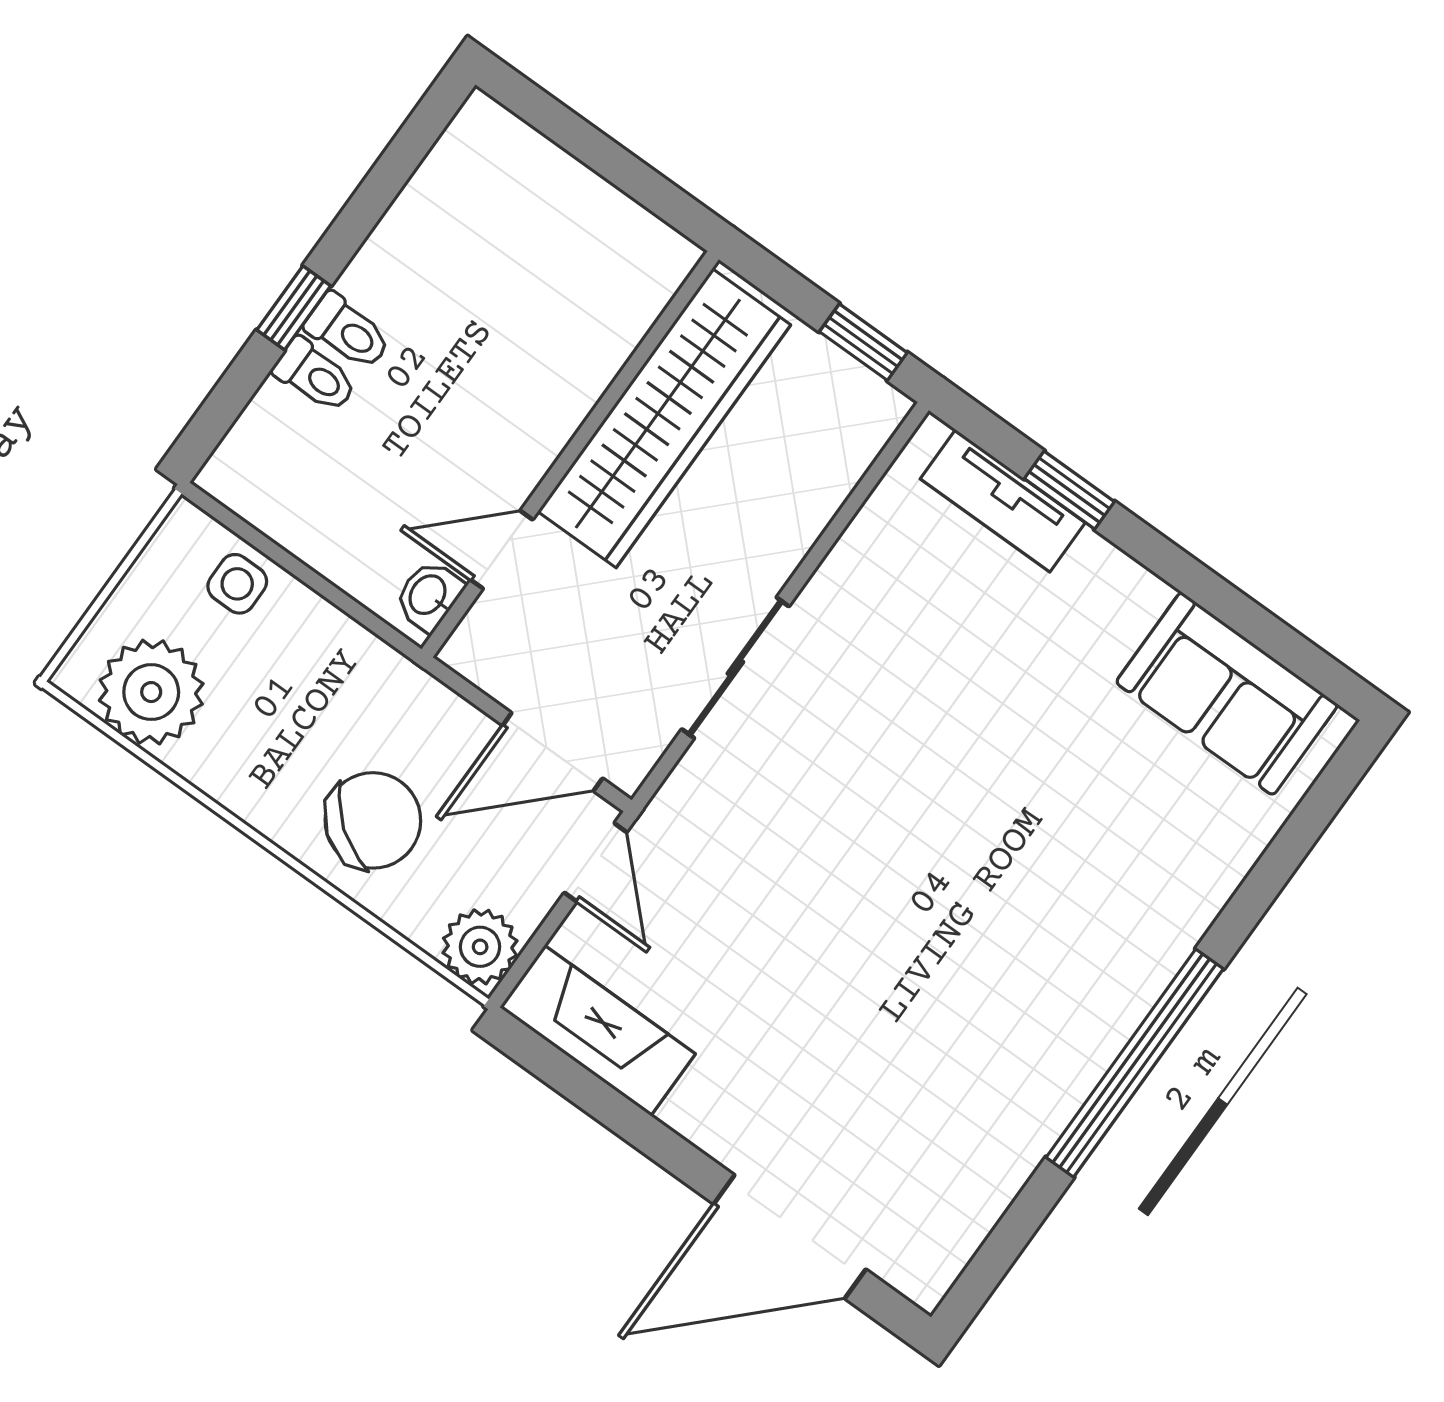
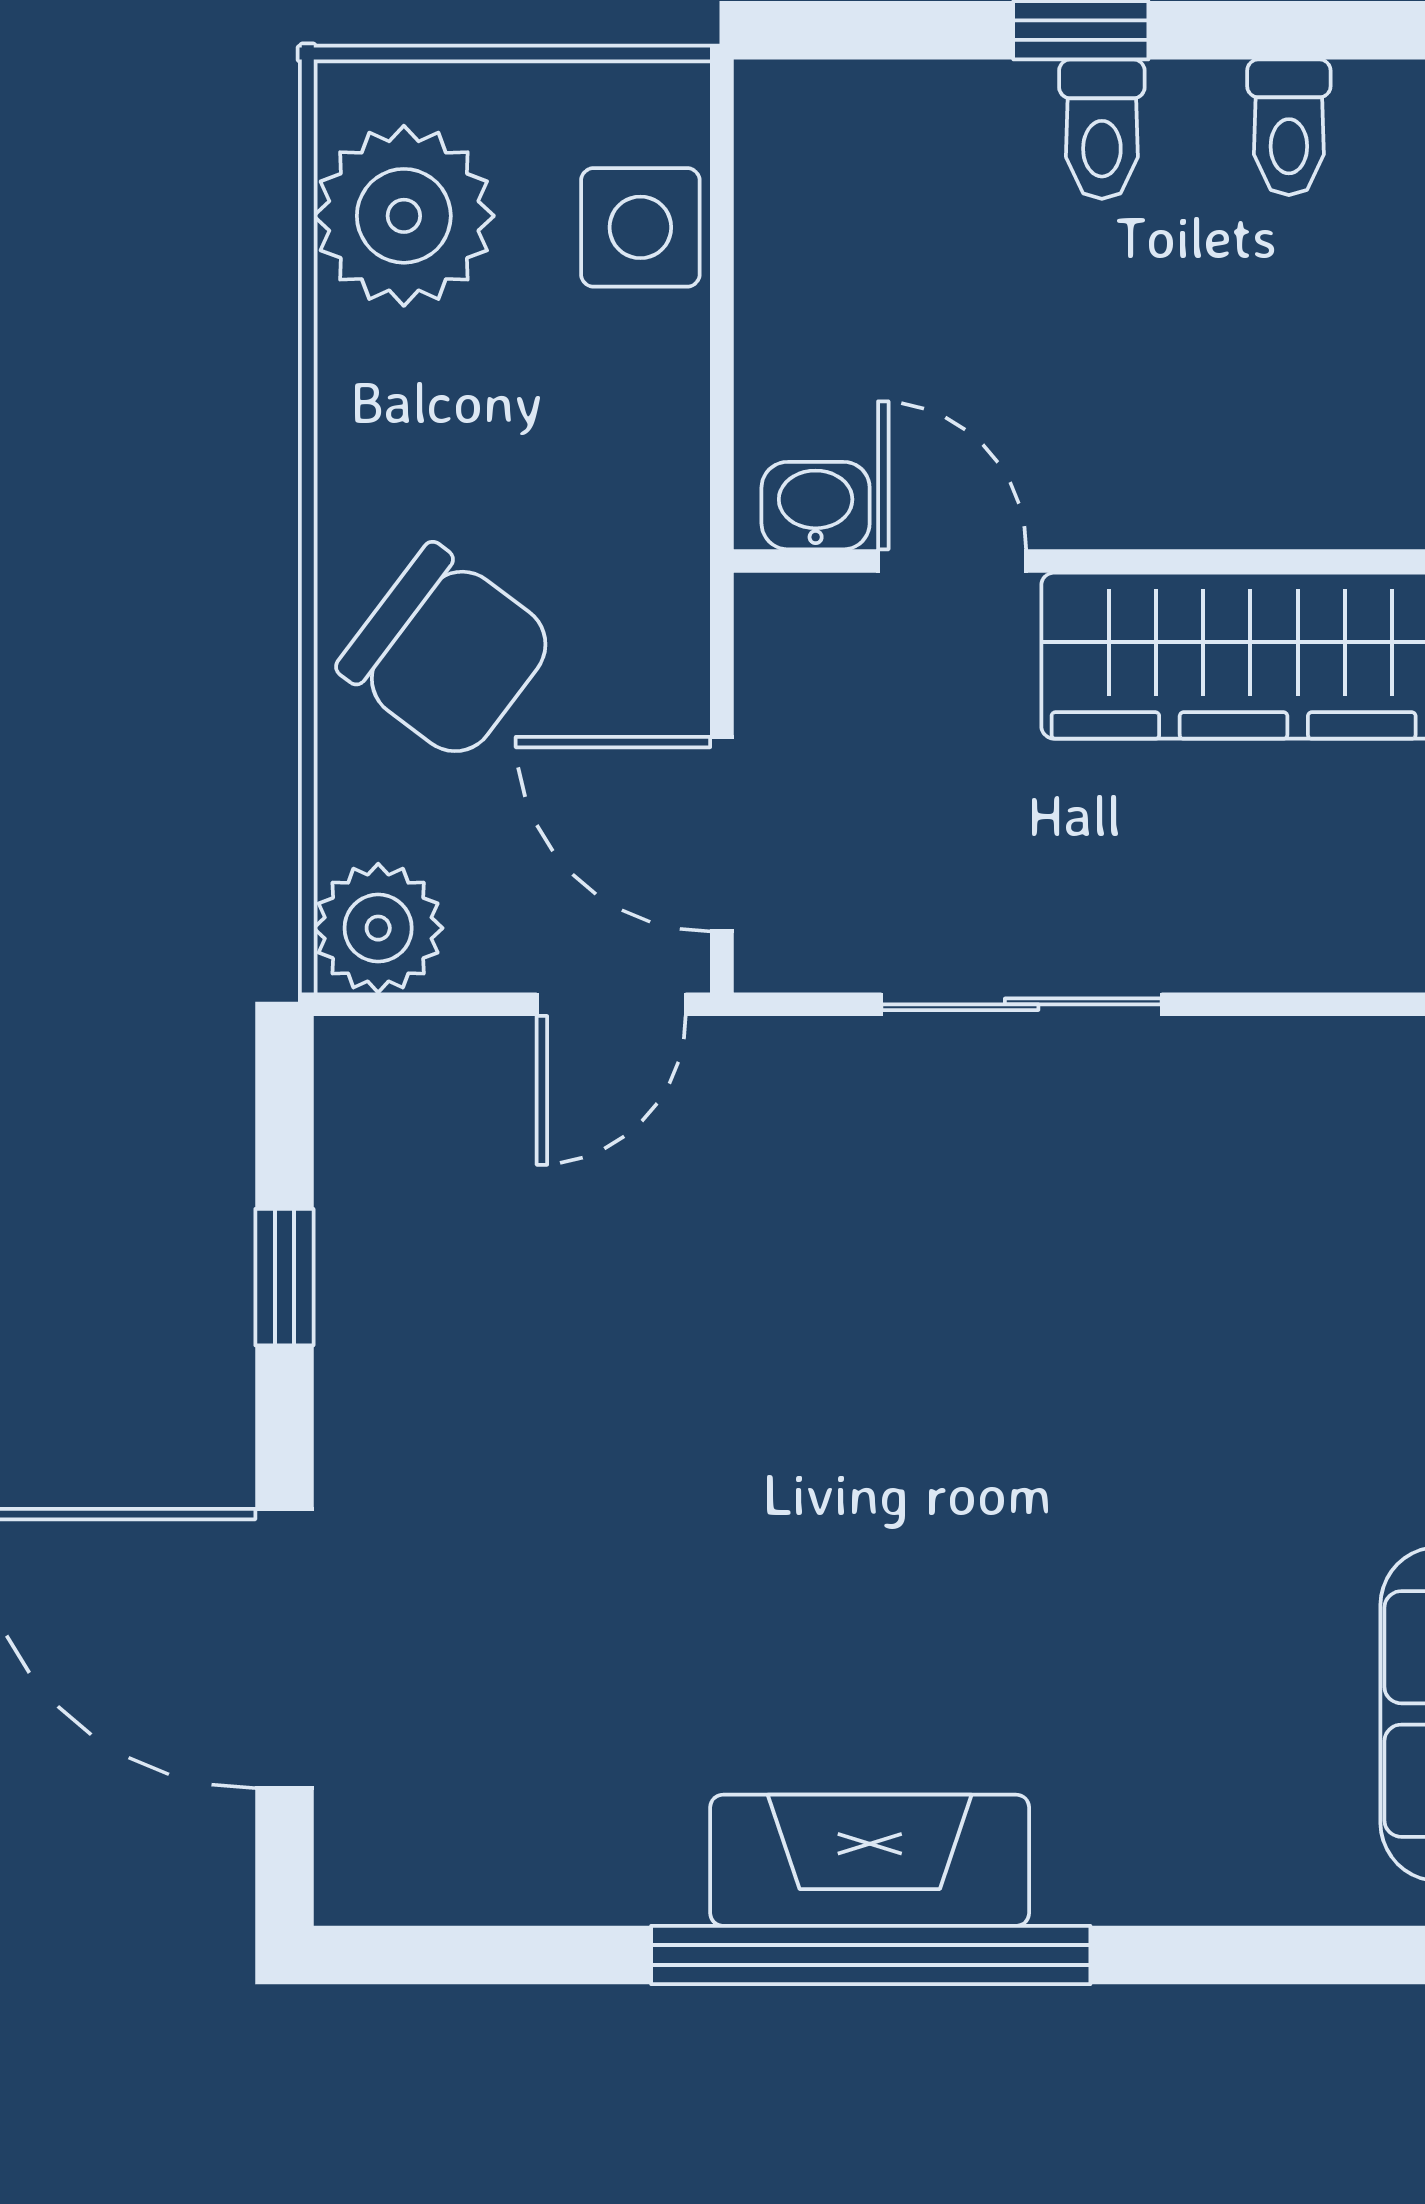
toilet: (315, 375) -> (1289, 127), moved
side table: (237, 584) -> (640, 227), width x1.37, depth x1.37
fireplace: (598, 1031) -> (870, 1860), moved, turned -90
window: (614, 1110) -> (284, 1277), added

